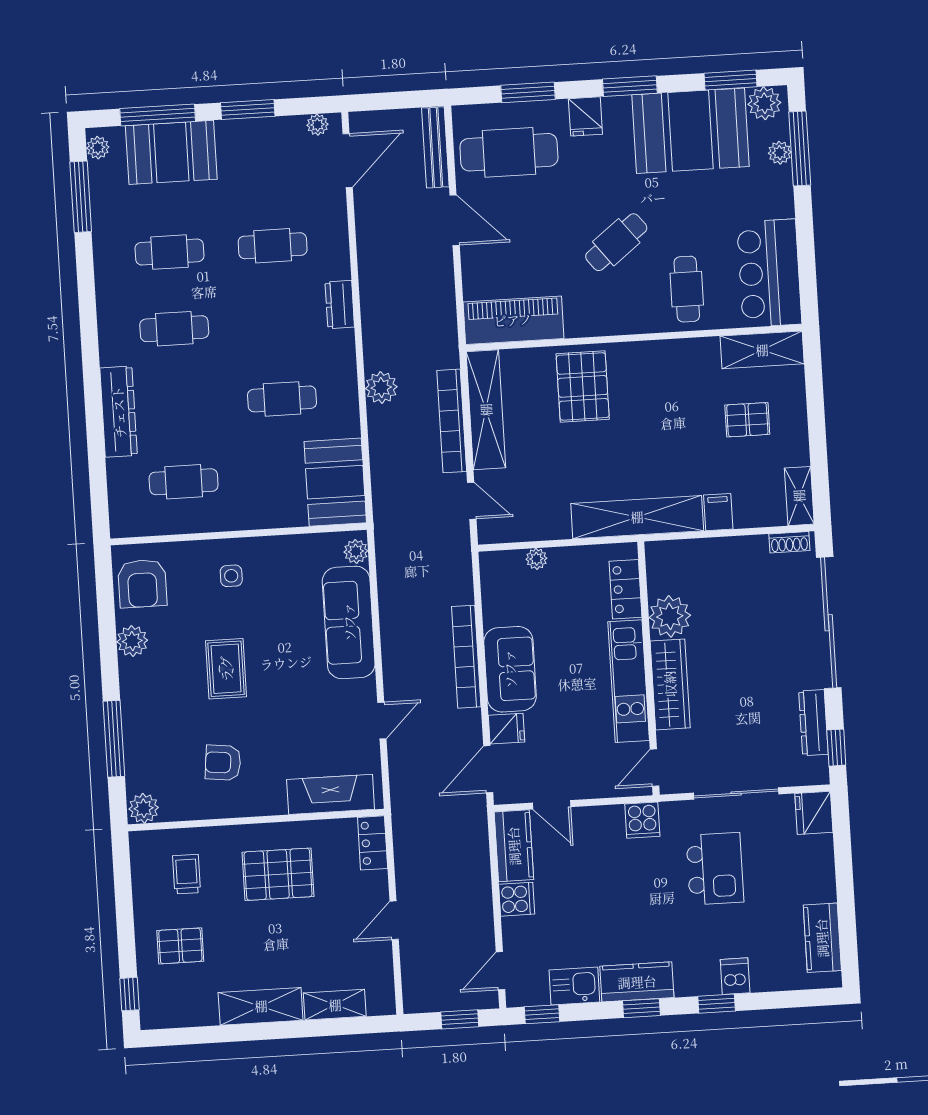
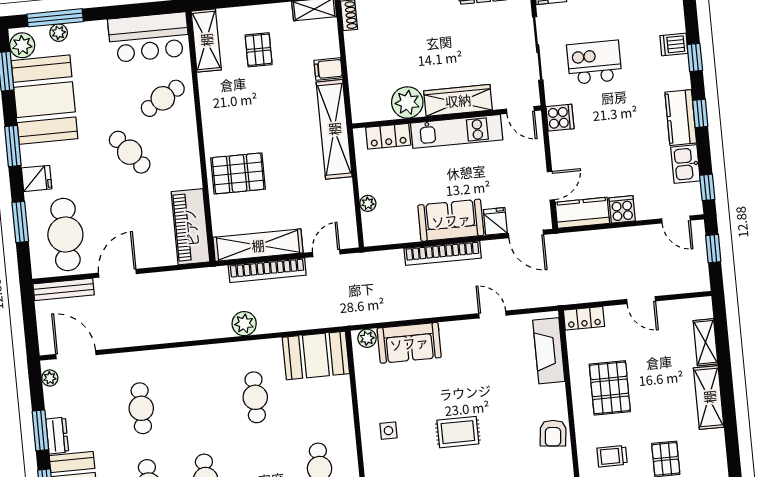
cafe table: (687, 289) -> (163, 98), turned -31
dresser: (340, 305) -> (57, 436), moved, turned -90
sofa: (349, 622) -> (409, 343), width x0.73
armchair: (223, 763) -> (553, 433), moved

